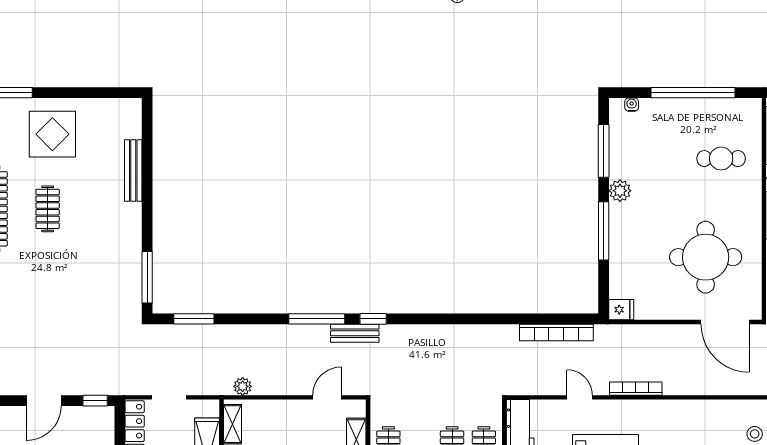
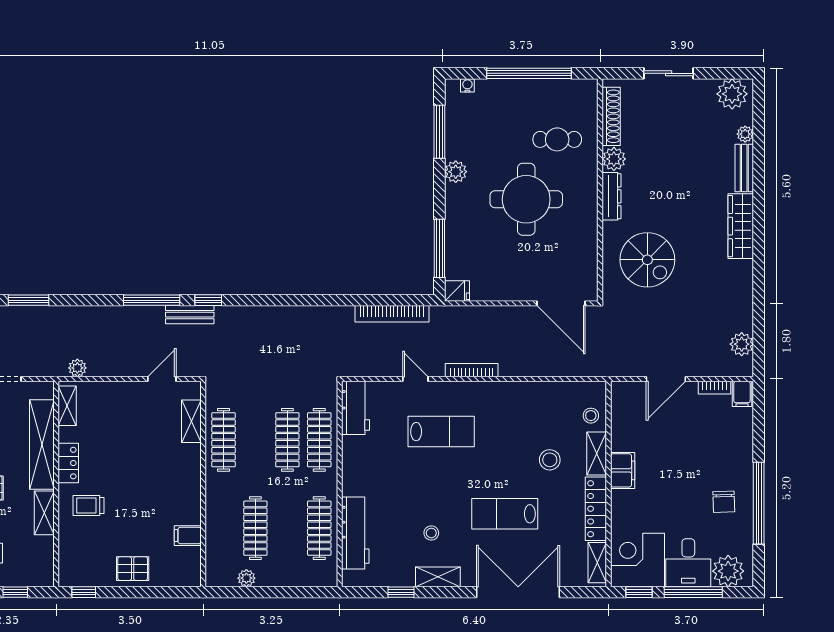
window: (604, 231) -> (439, 248), moved
round table: (706, 257) -> (526, 199), moved

